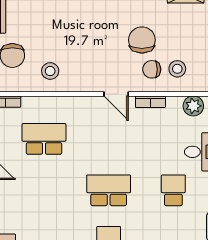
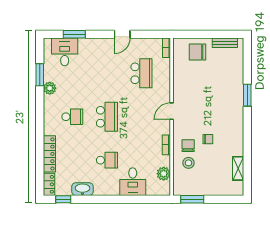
chair: (142, 40) -> (208, 139), width x0.54, depth x0.54
stool: (50, 71) -> (187, 77), removed
door: (116, 94) -> (172, 111), moved

